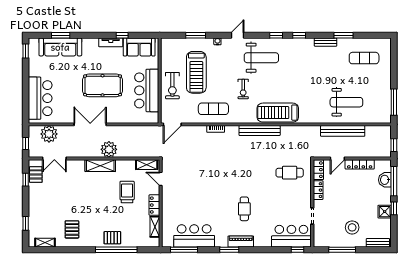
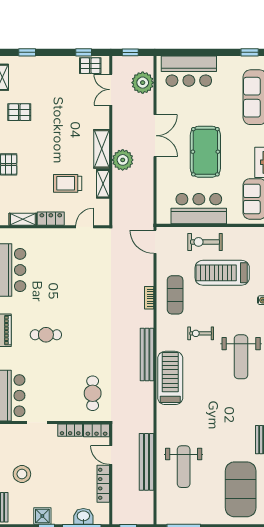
exercise mat: (364, 58) -> (241, 489), width x2.00, depth x1.45
shelving: (147, 165) -> (103, 184), moved
trolley: (127, 192) -> (68, 183), turned 180

